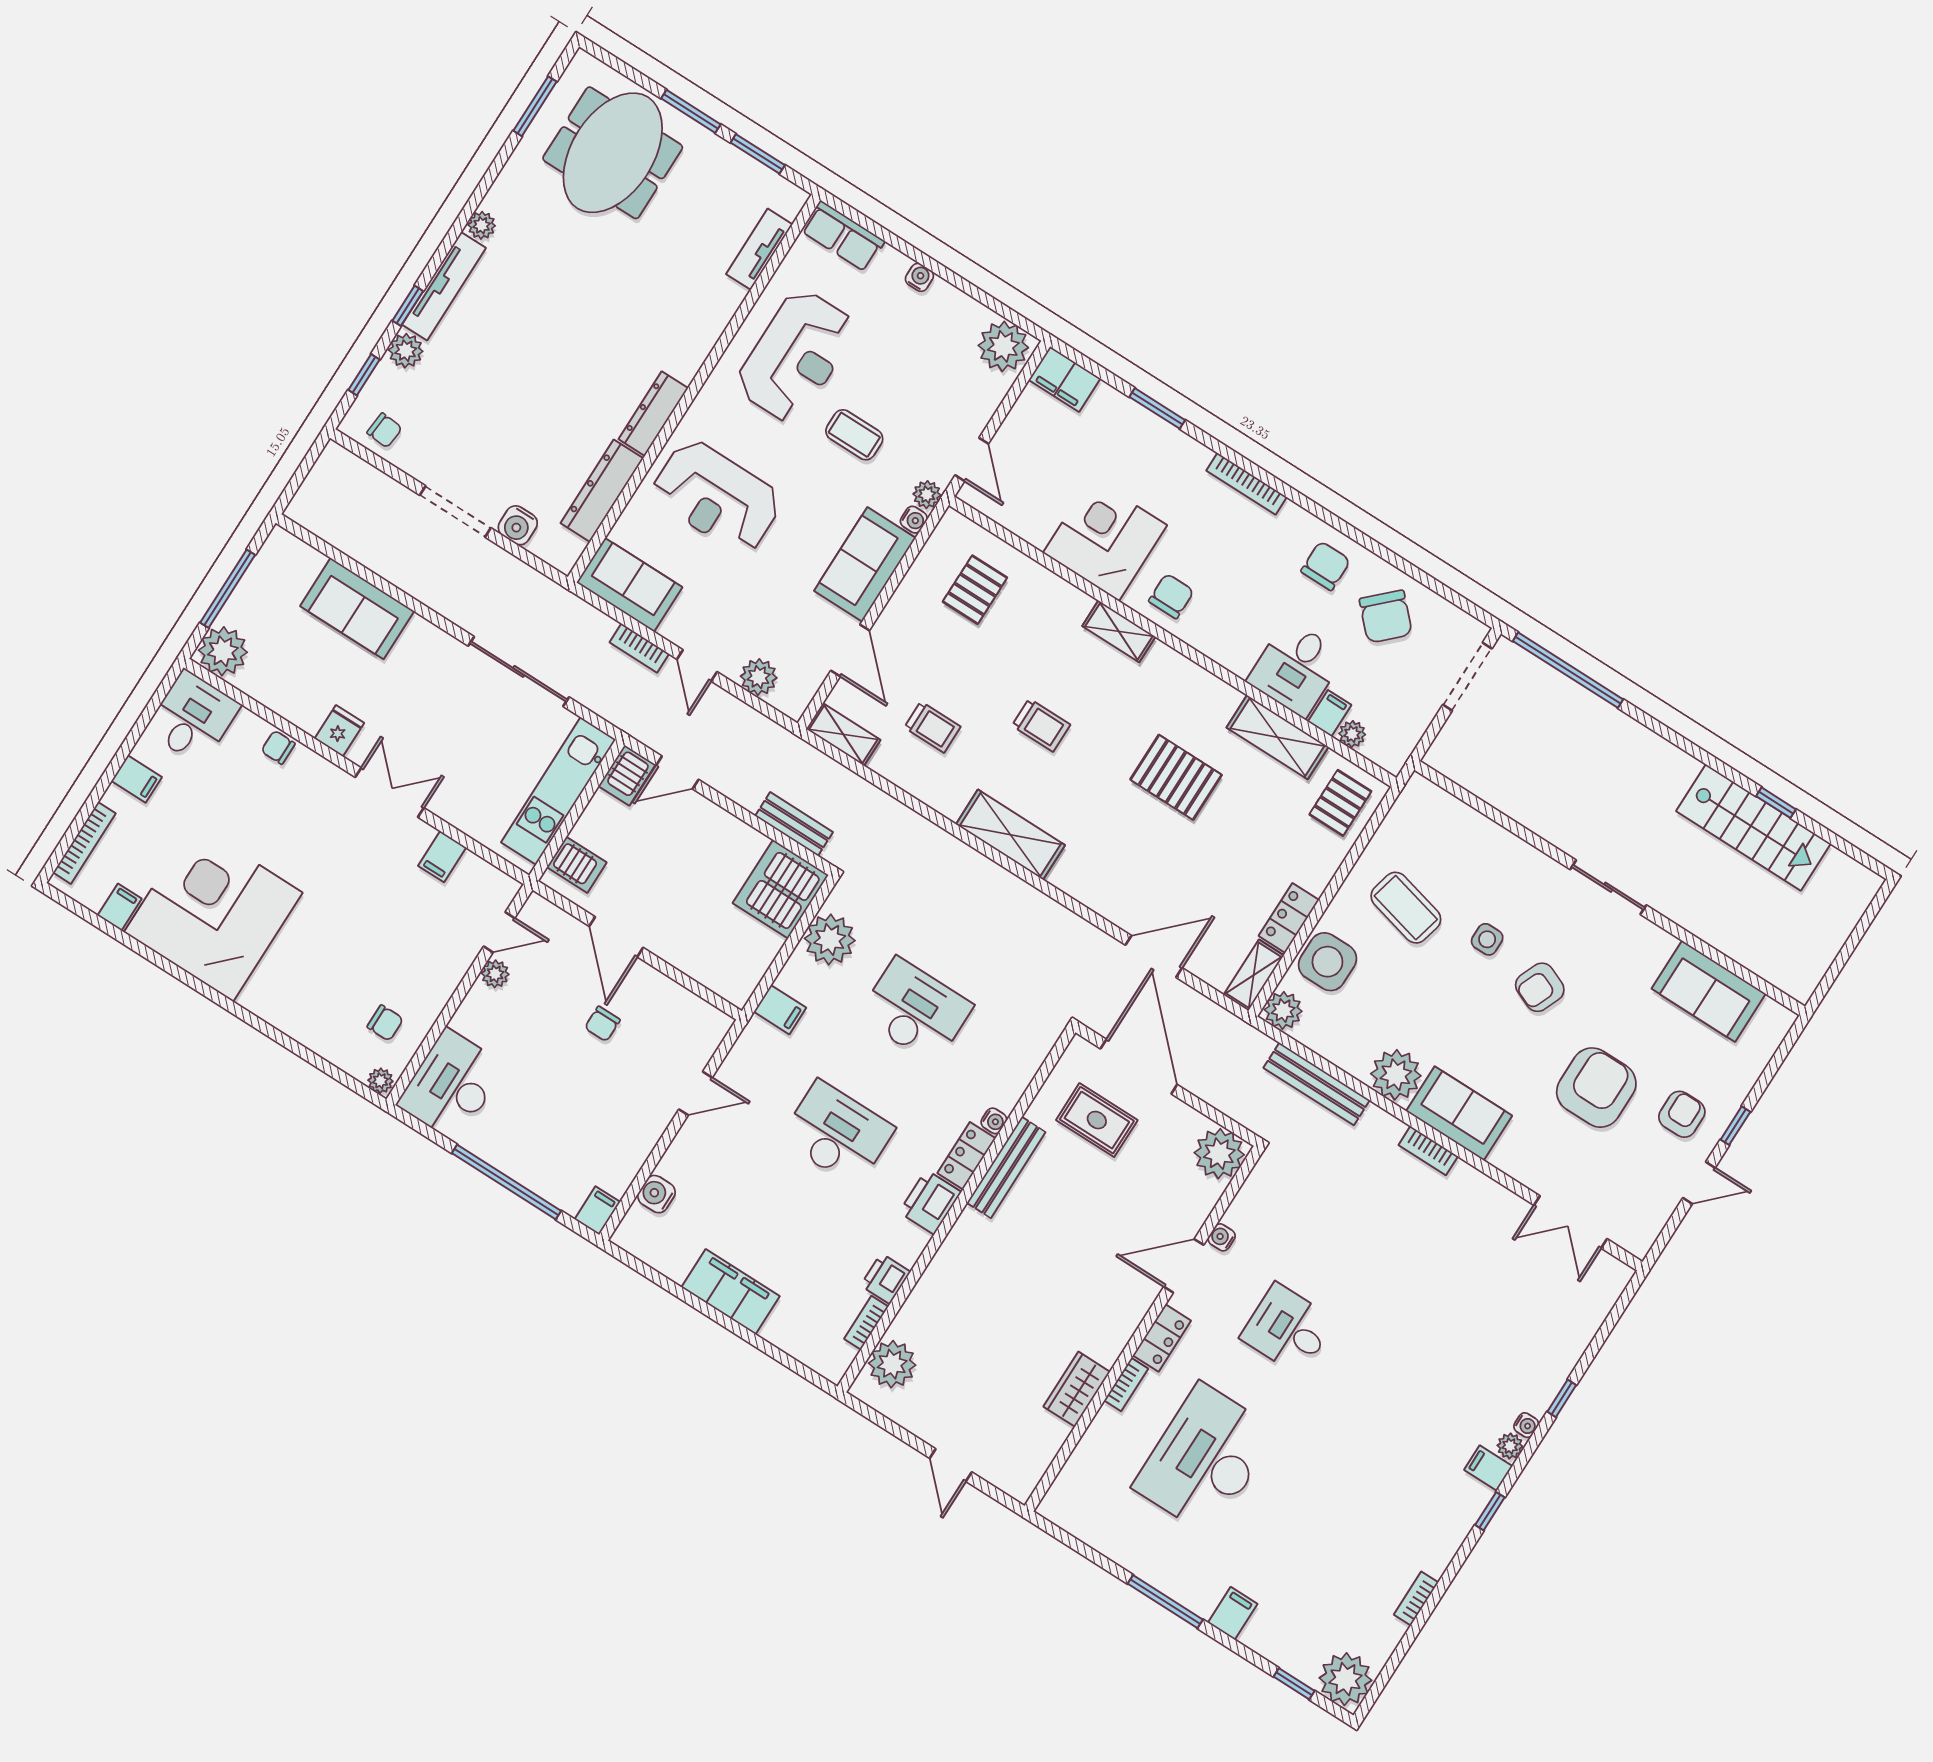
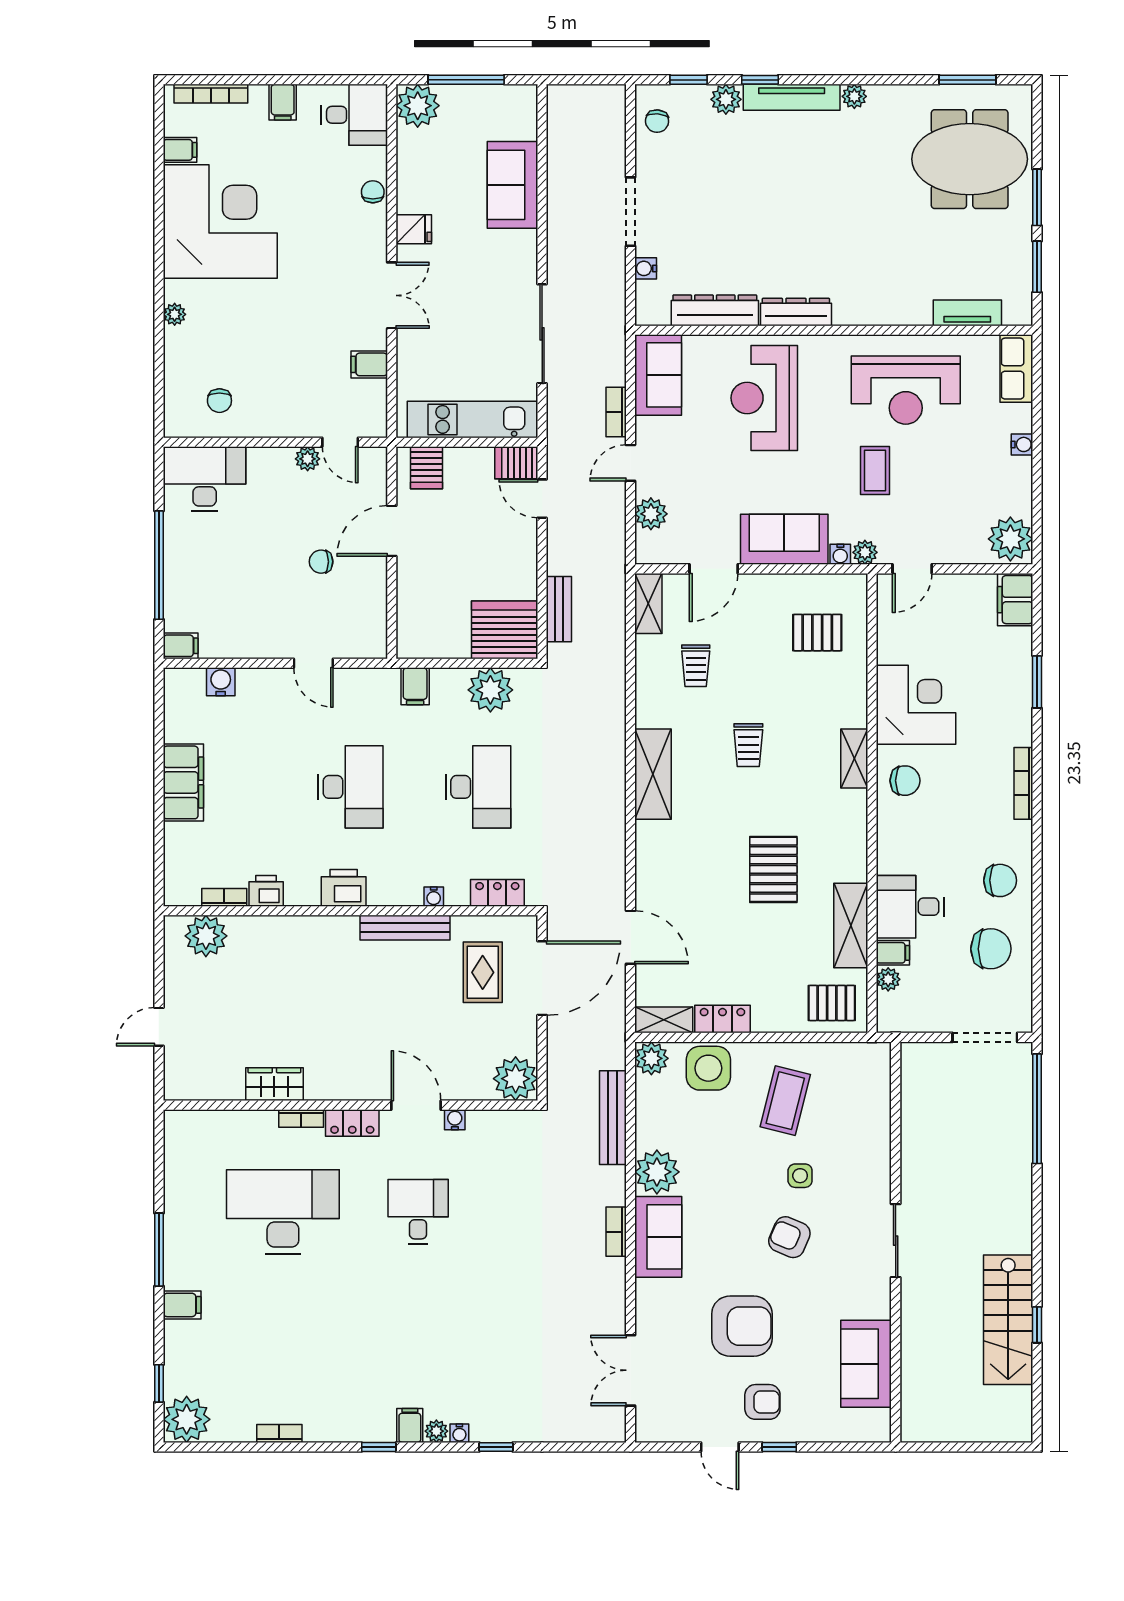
water cooler: (518, 525) -> (646, 268), width x0.72, depth x0.72
chair: (1386, 617) -> (991, 949), turned -136
plant: (380, 1081) -> (175, 314), moved
locker: (966, 1156) -> (497, 893), moved

